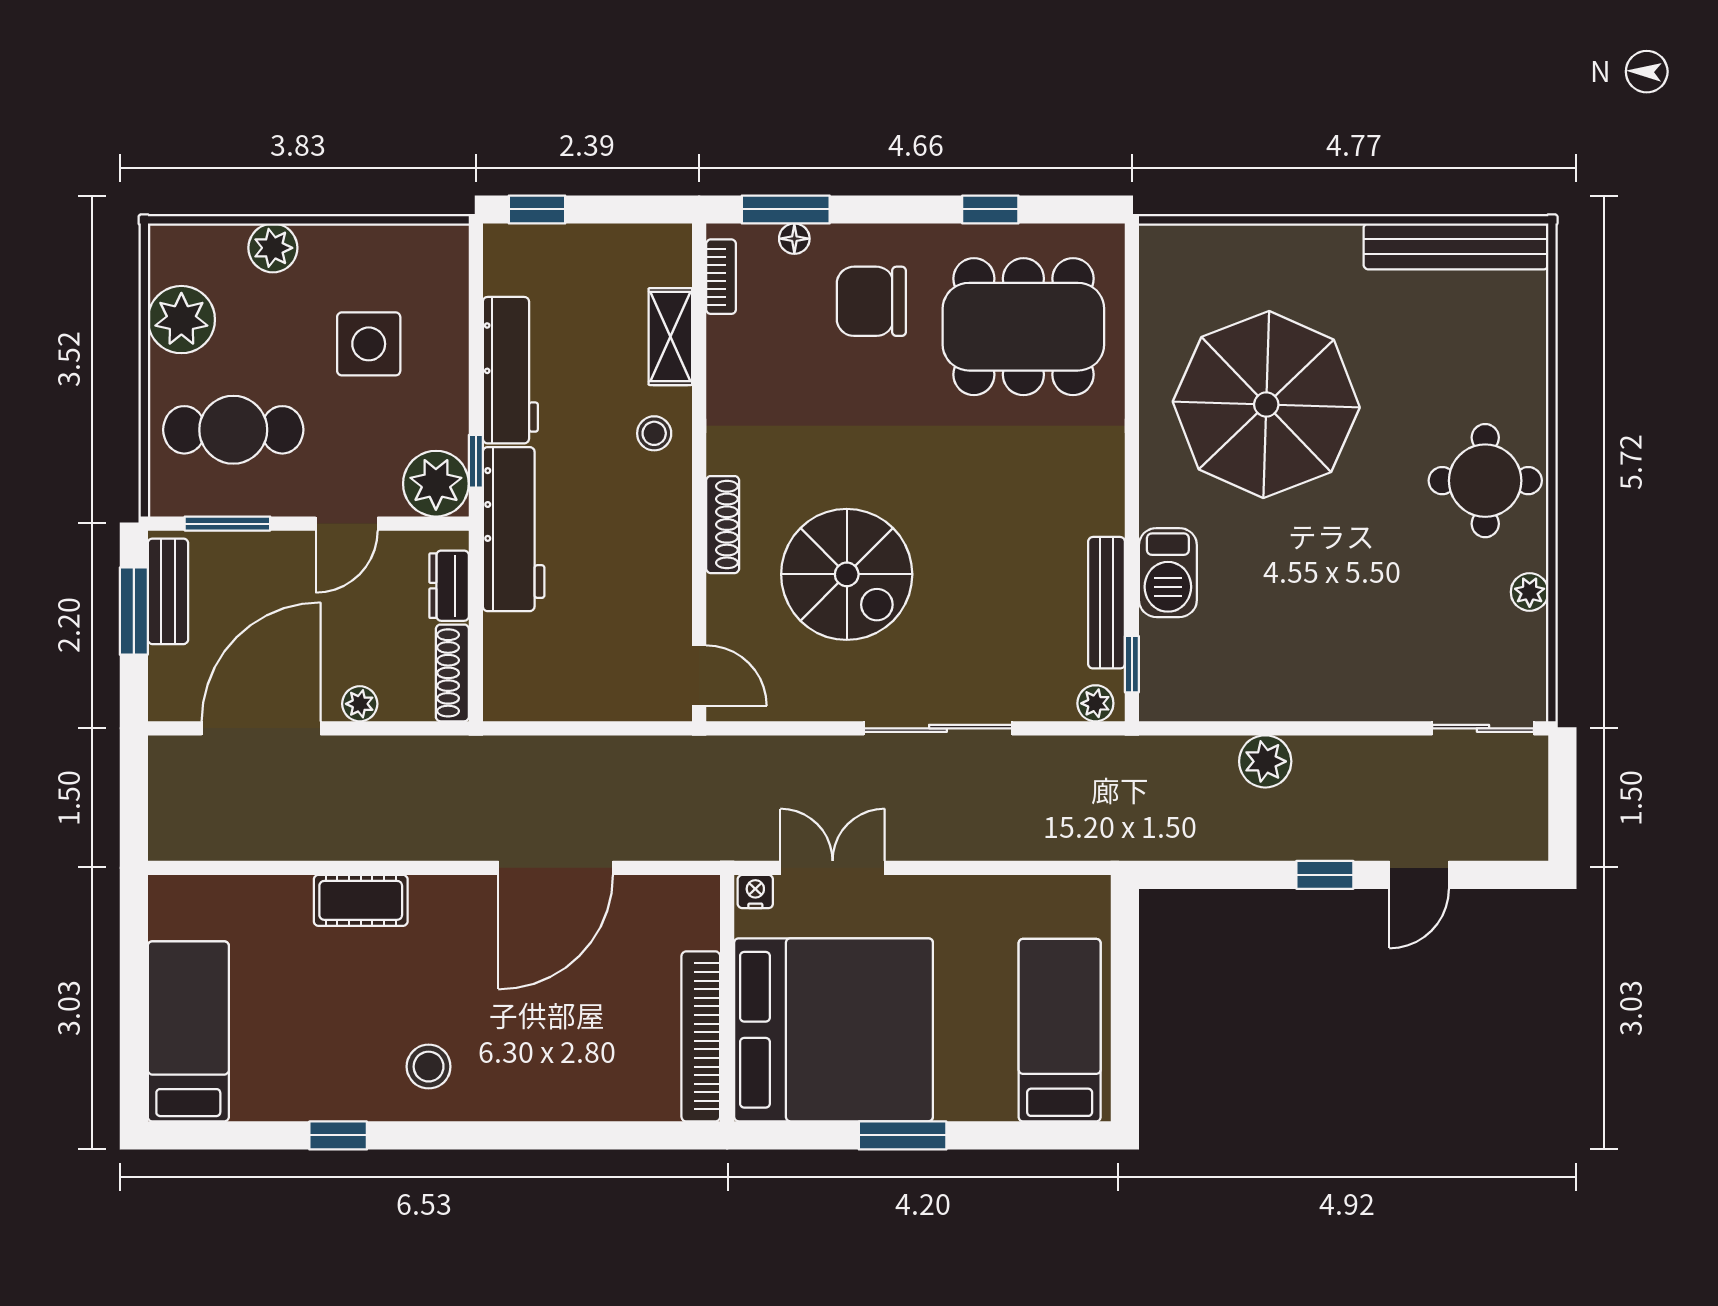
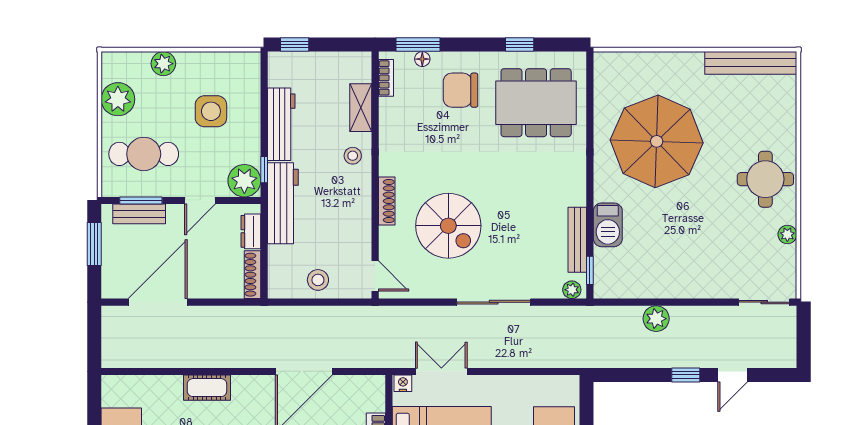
bench: (168, 591) -> (139, 214), moved, turned 90
stool: (584, 684) -> (318, 280), added
plant: (360, 704) -> (207, 290), removed

